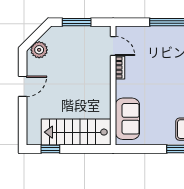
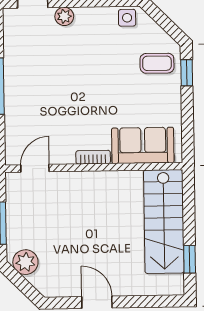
plant: (39, 50) -> (25, 262), moved
bookcase: (120, 68) -> (93, 157), moved

